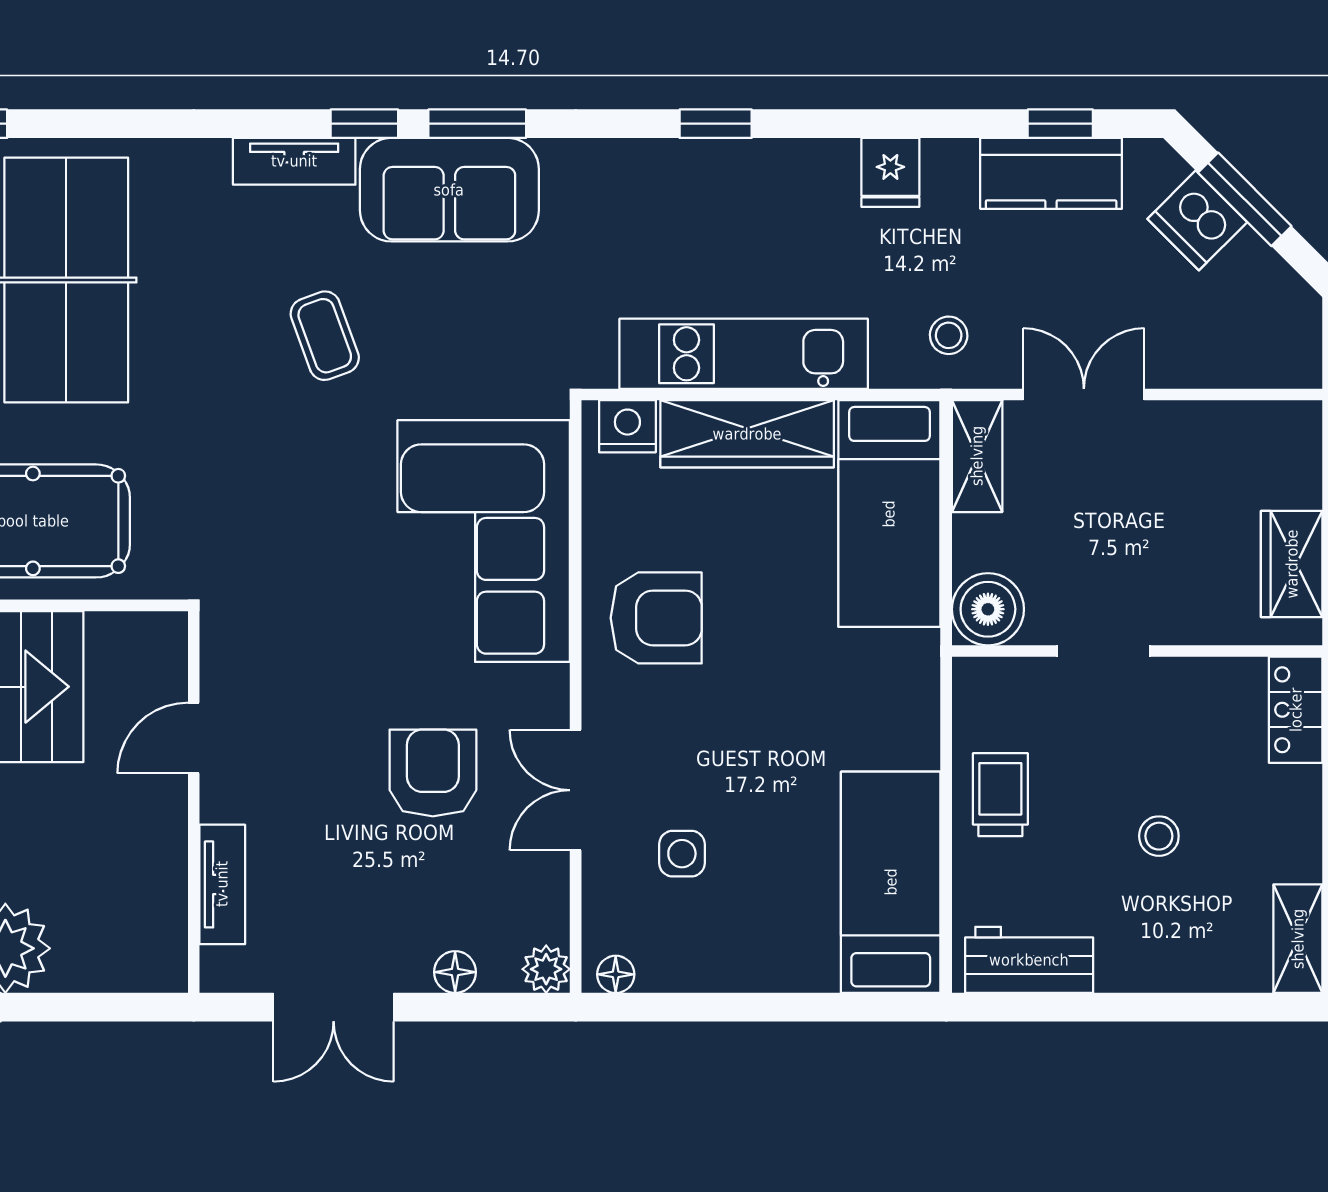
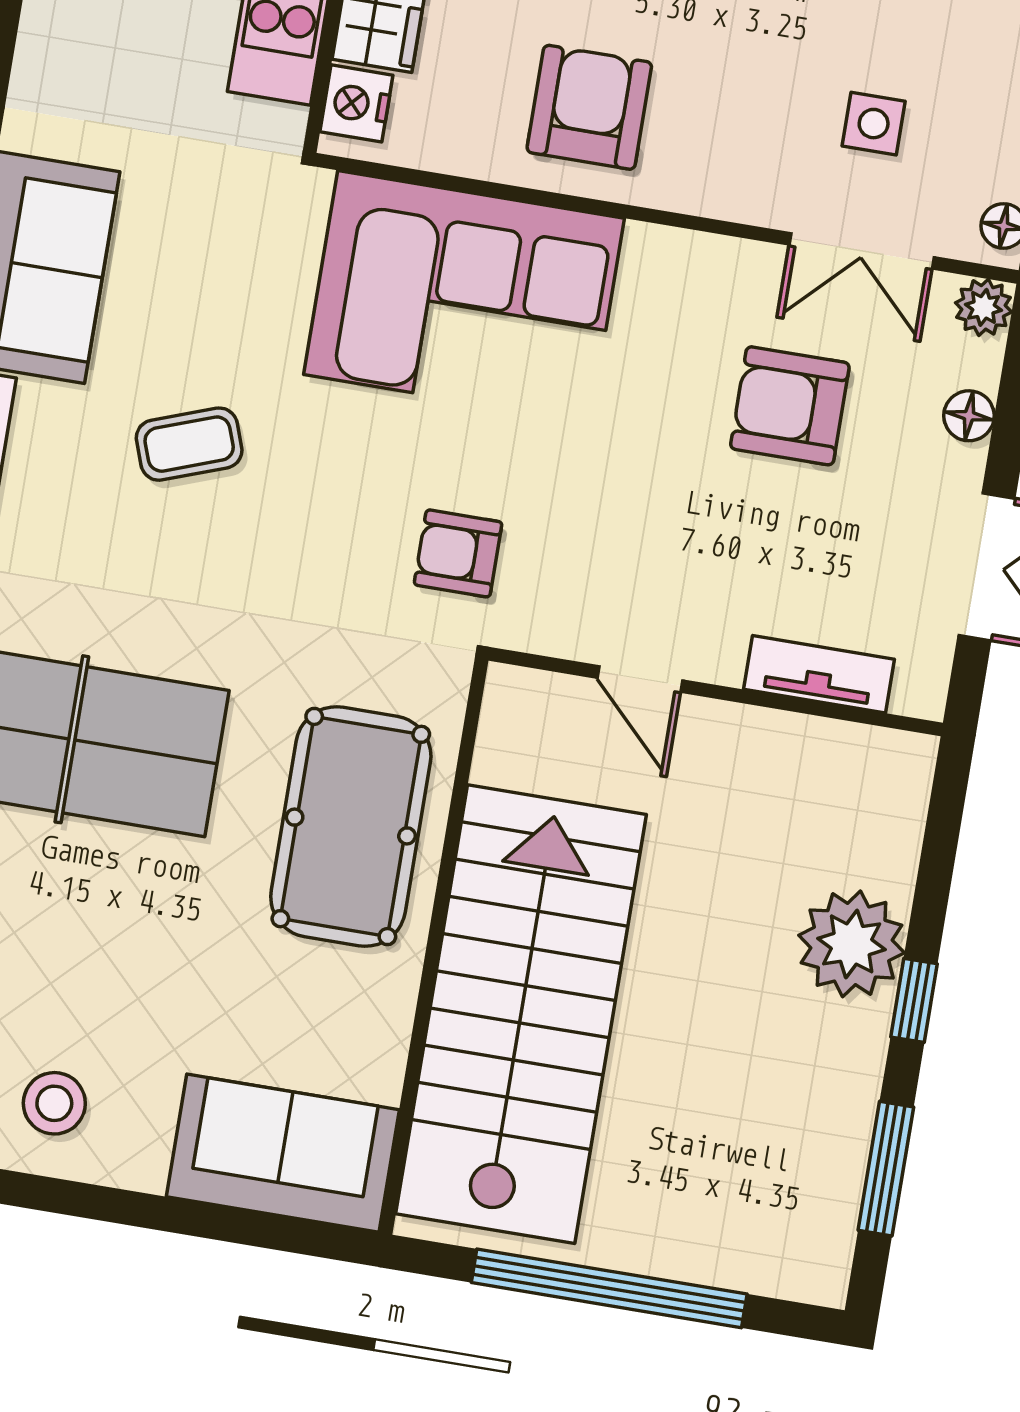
armchair: (272, 571) -> (458, 553), added
armchair: (433, 773) -> (790, 406), moved
double door: (576, 790) -> (862, 251), moved

